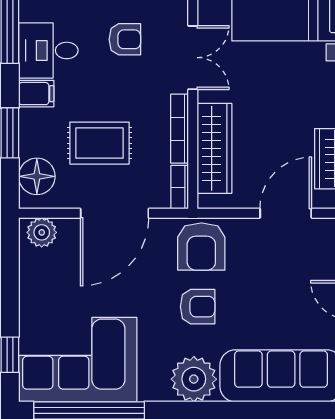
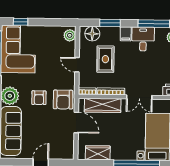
armchair: (125, 39) -> (147, 70), removed
door: (115, 213) -> (77, 65), width x0.53
door: (286, 213) -> (76, 122), moved
armchair: (201, 247) -> (63, 100), turned -90

